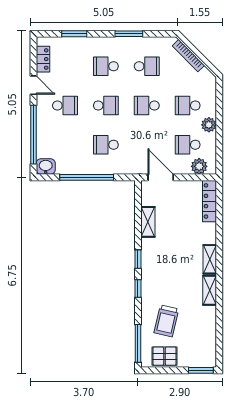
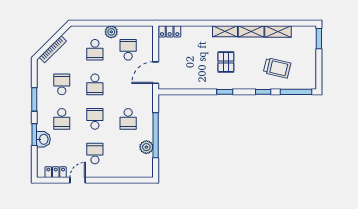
window: (74, 34) -> (34, 135), moved
window: (33, 135) -> (120, 180), removed
school desk: (188, 145) -> (128, 50), turned 180
plant: (199, 166) -> (146, 147), moved
washbasin: (46, 167) -> (43, 139), moved, turned 180
locker: (209, 201) -> (170, 31), width x0.66
shelving: (148, 222) -> (278, 31), moved
window: (138, 288) -> (263, 92), moved
pallet: (165, 356) -> (226, 62), moved

